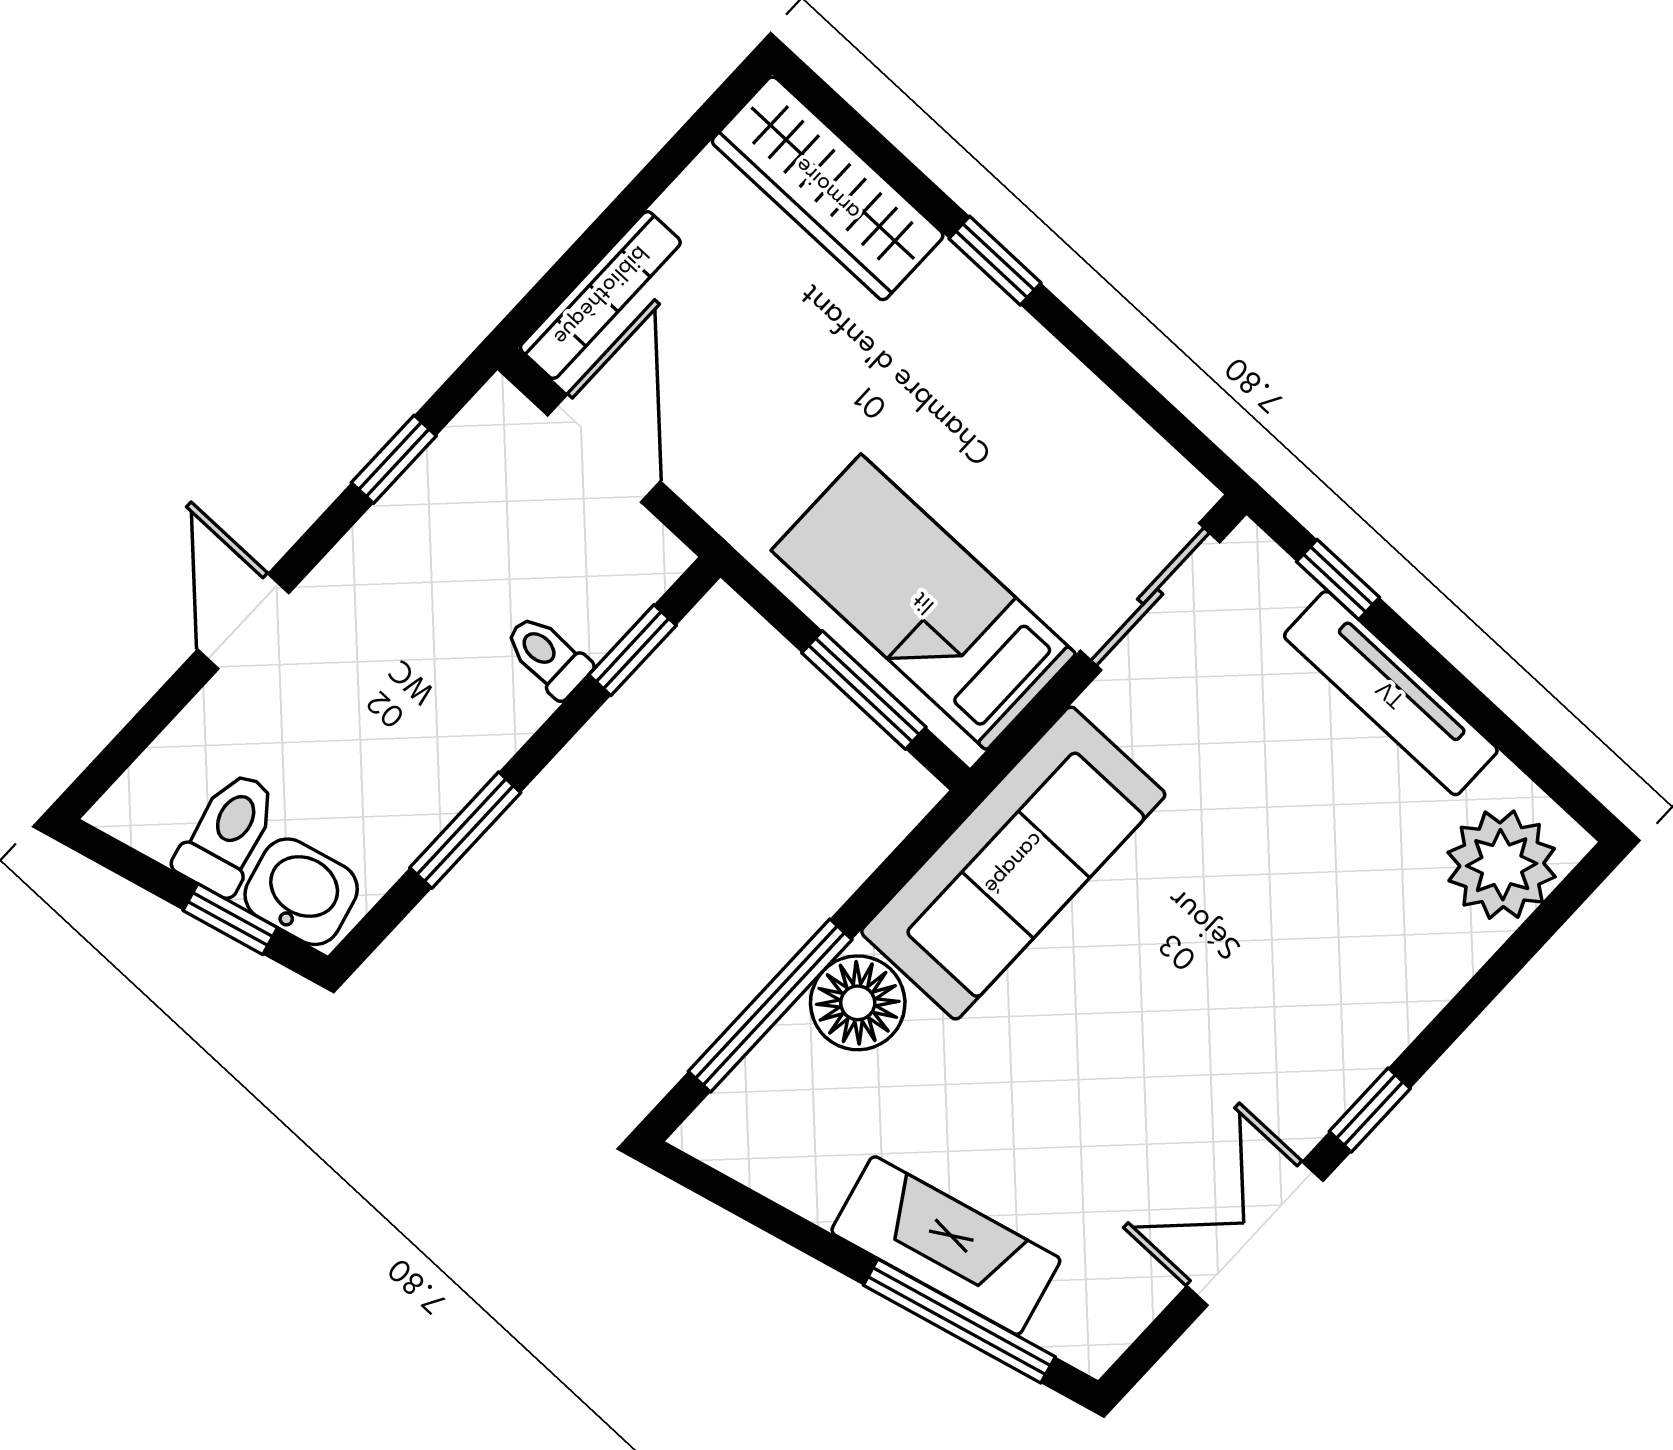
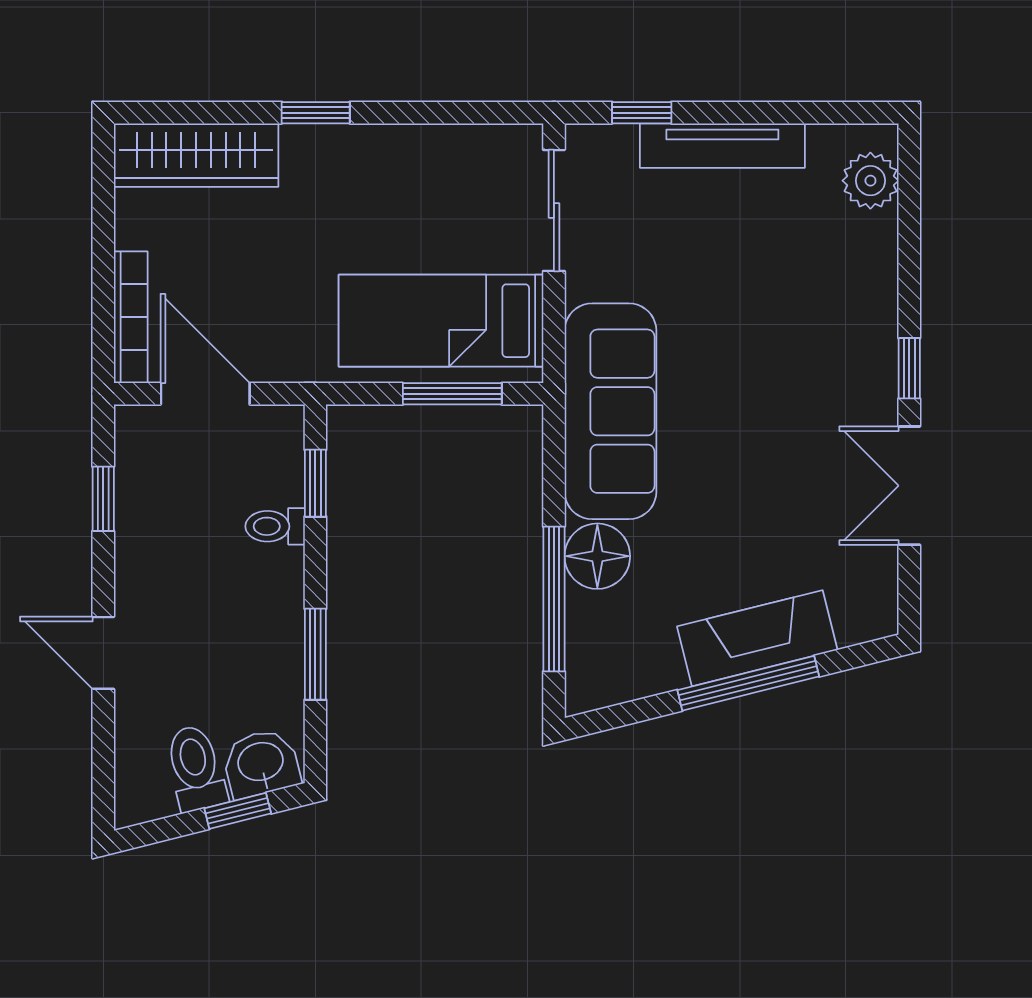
plant: (1502, 865) -> (870, 181), width x0.73, depth x0.73
window: (959, 1321) -> (748, 683), moved

